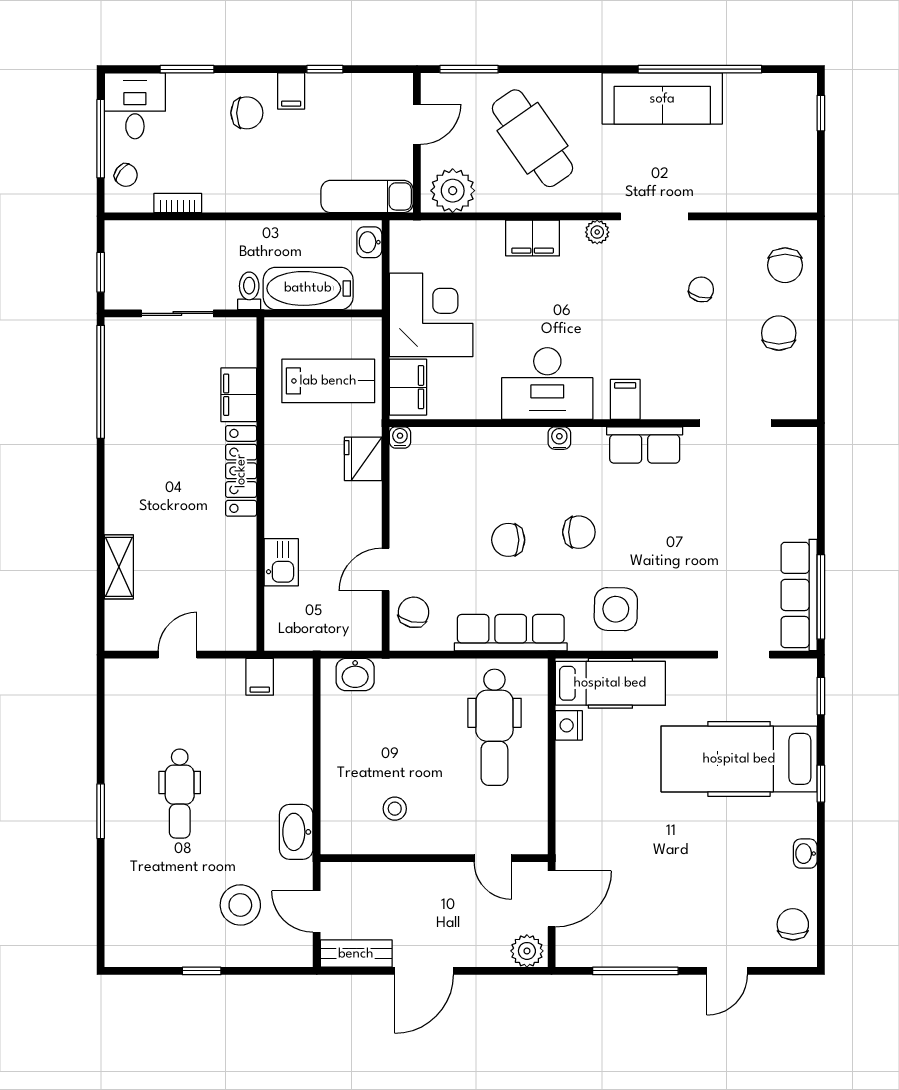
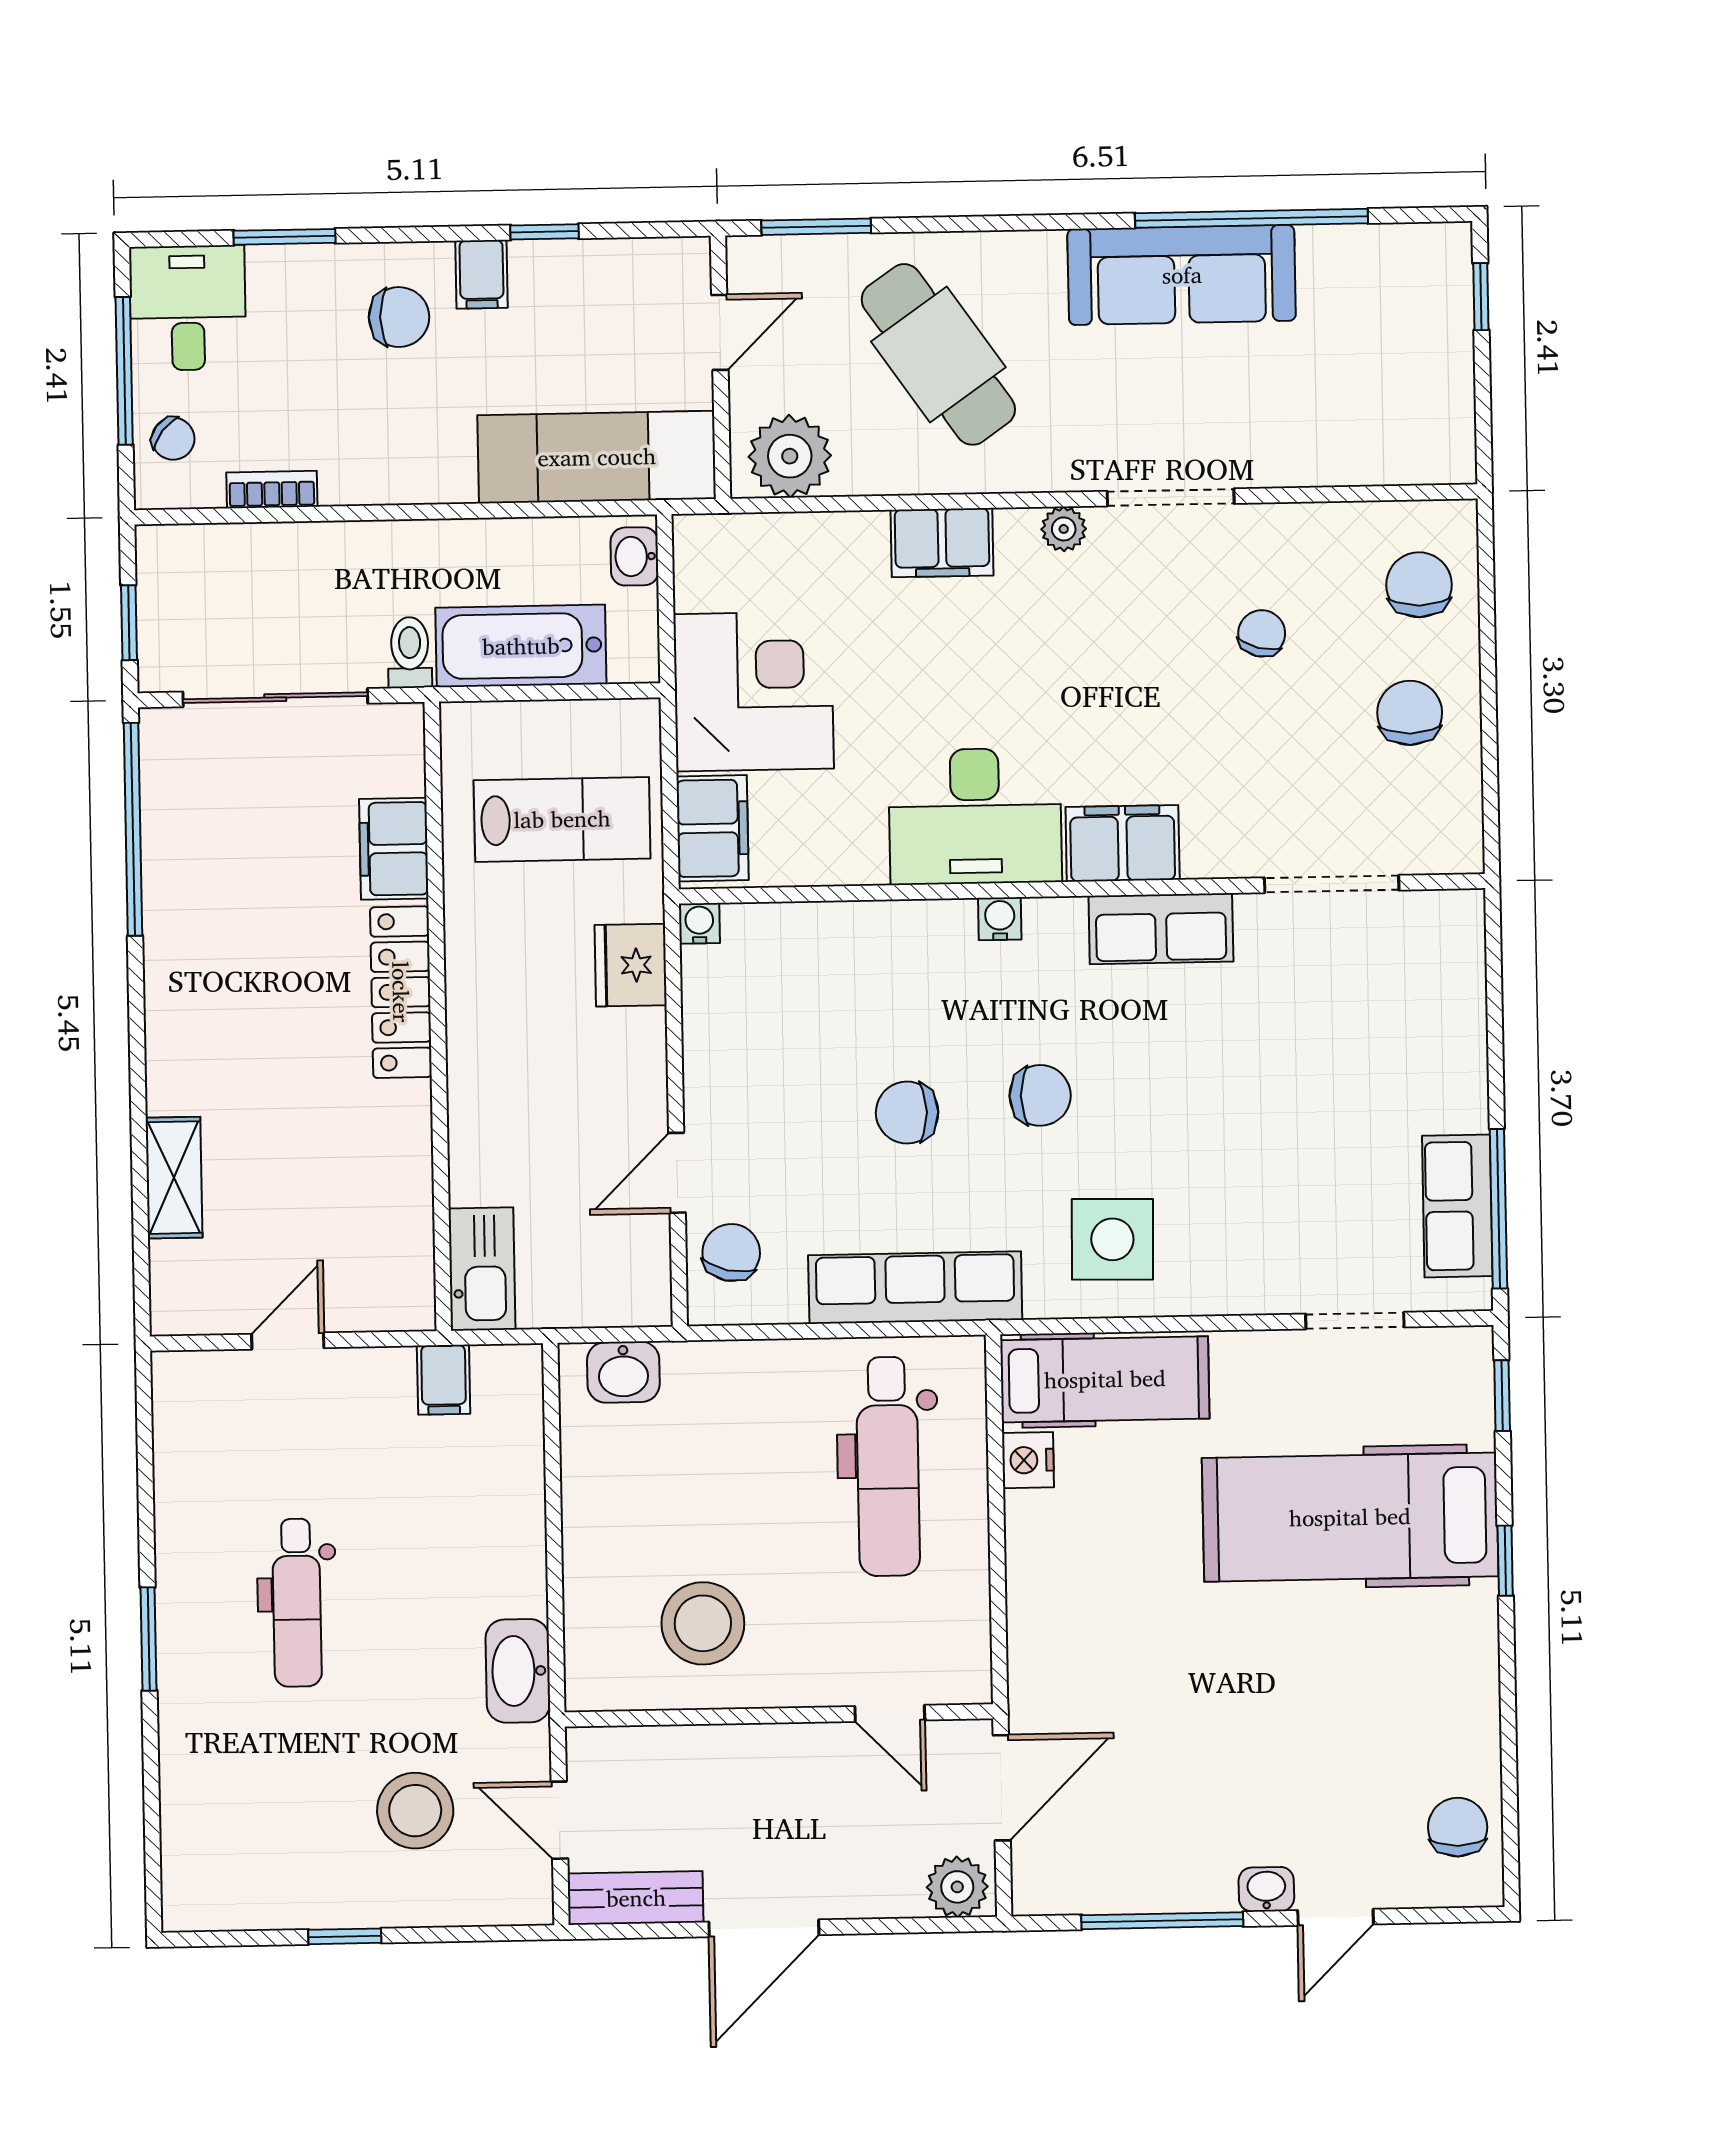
exam couch: (367, 196) -> (597, 457), width x1.36, depth x1.45
chair: (785, 265) -> (1419, 585), turned 180
sliding door: (177, 313) -> (275, 698), width x1.37
filing cabinet: (625, 399) -> (1123, 843), width x2.00
kitchen sink: (281, 562) -> (482, 1269), moved, width x1.38
row of seats: (799, 595) -> (1457, 1206), width x0.68
stool: (395, 809) -> (703, 1623), width x1.89, depth x1.89
washbasin: (805, 854) -> (1266, 1889), moved, turned 90

